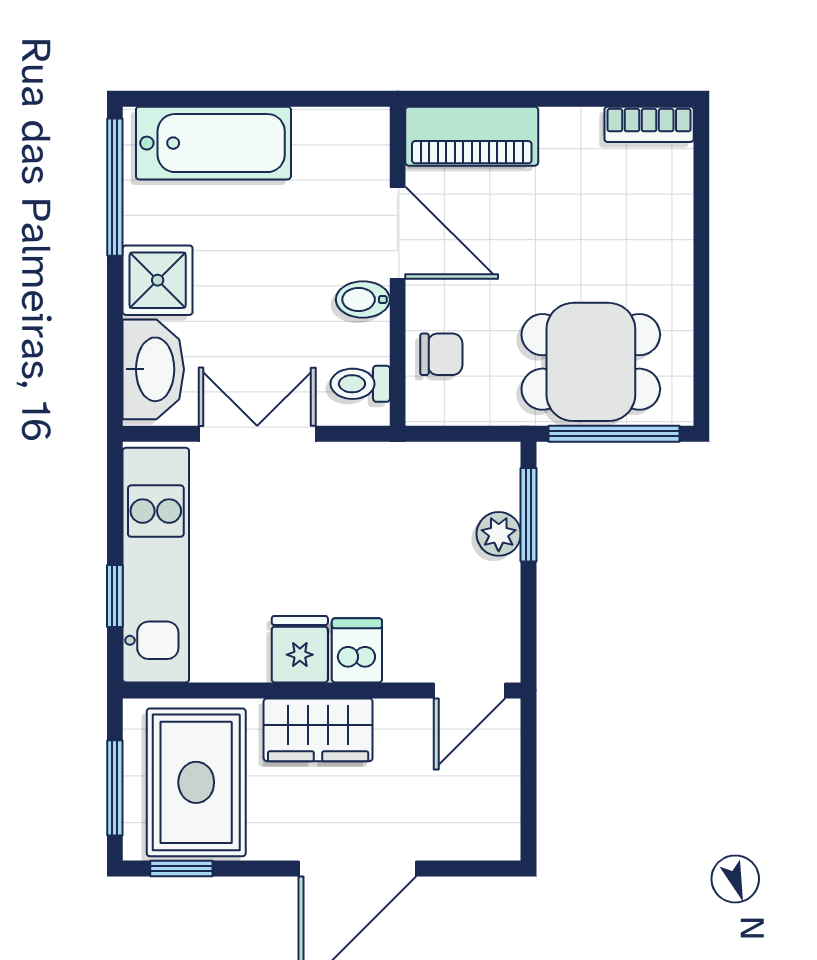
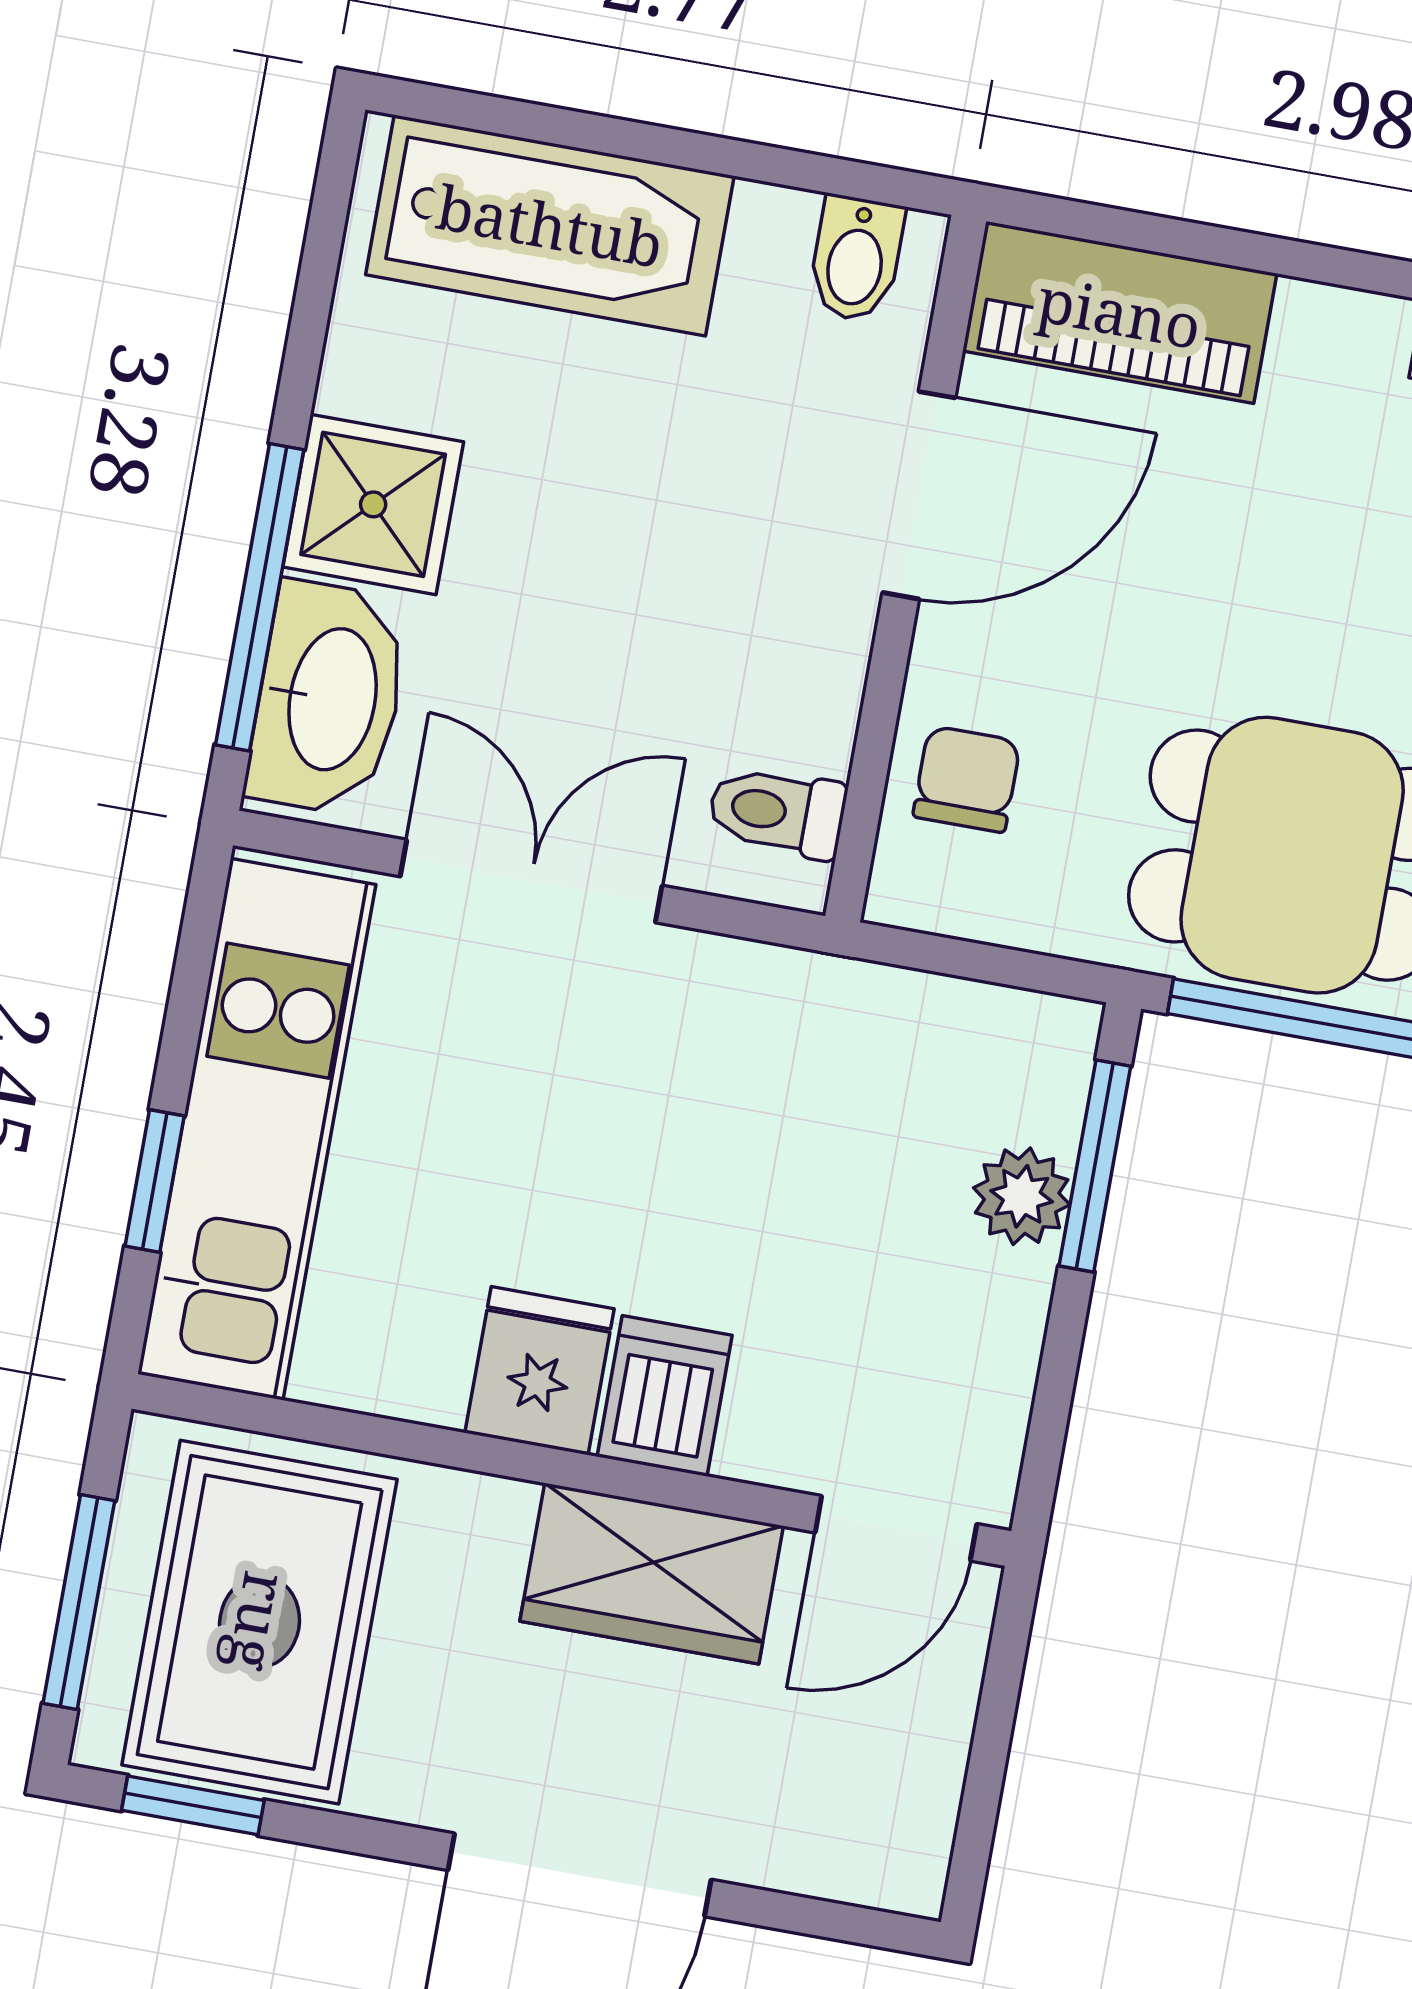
window: (115, 187) -> (260, 597), moved
door: (398, 233) -> (919, 495), hinge flipped
bidet: (363, 300) -> (856, 259), moved, turned -90
chair: (441, 354) -> (967, 779), turned -90
wardrobe: (318, 730) -> (652, 1574), moved

